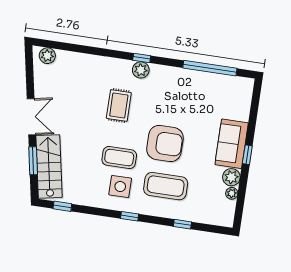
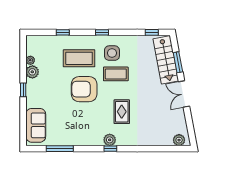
window: (210, 68) -> (60, 149), width x0.68
sofa: (232, 144) -> (36, 125), moved

